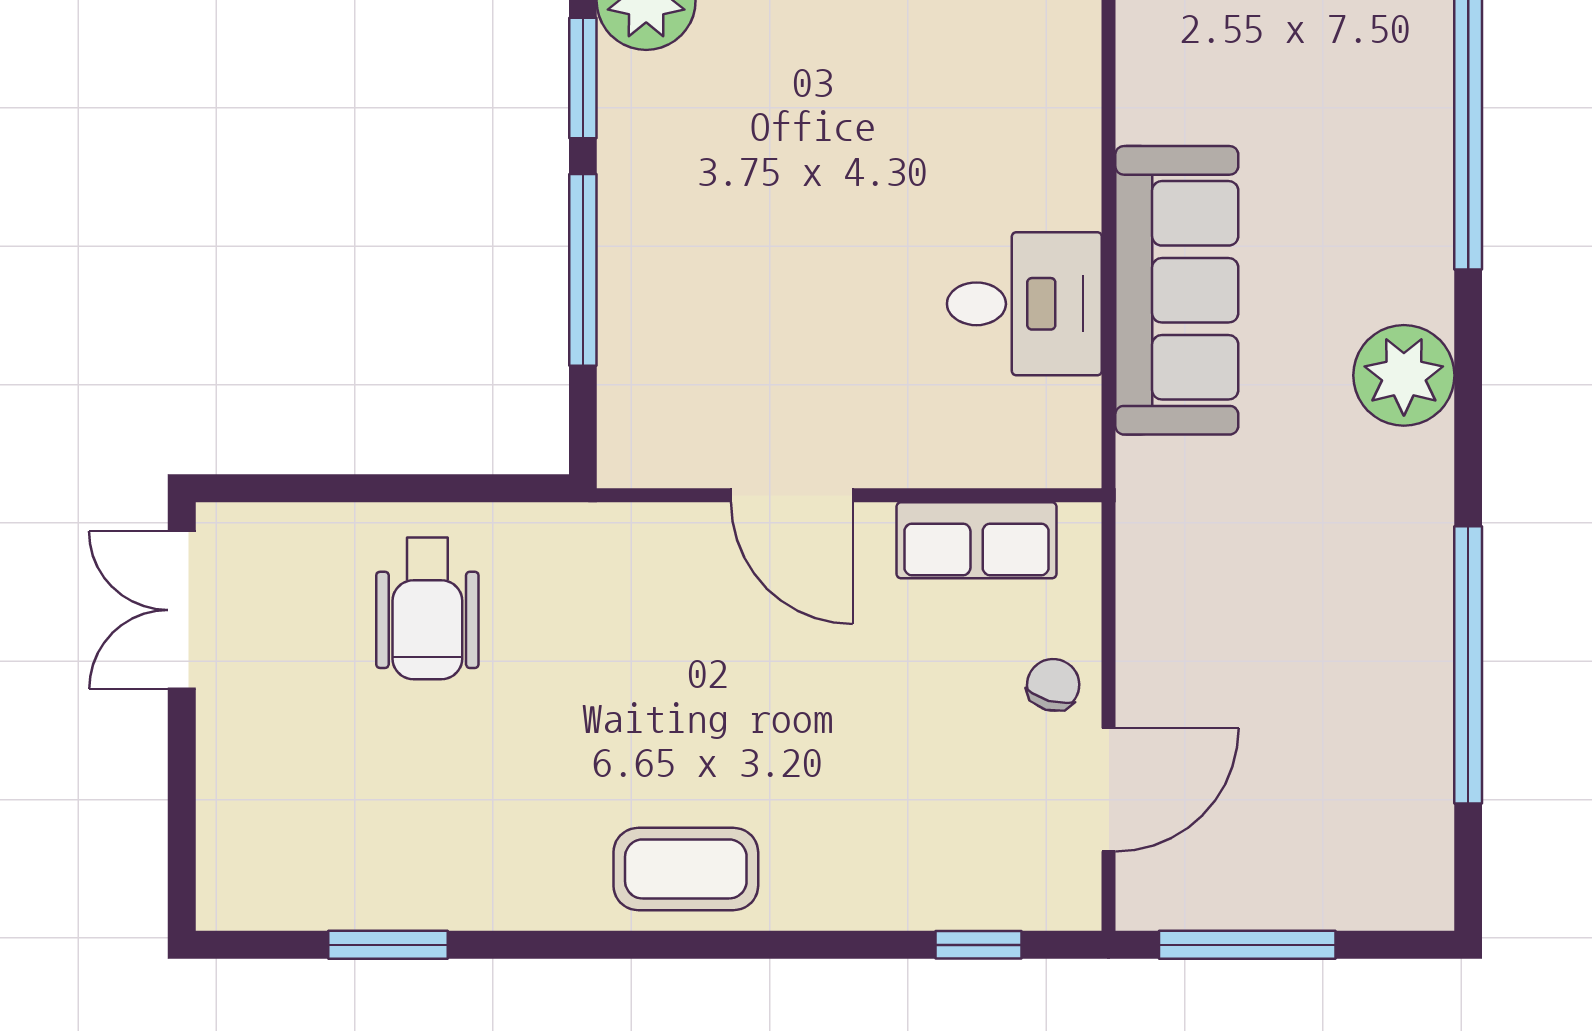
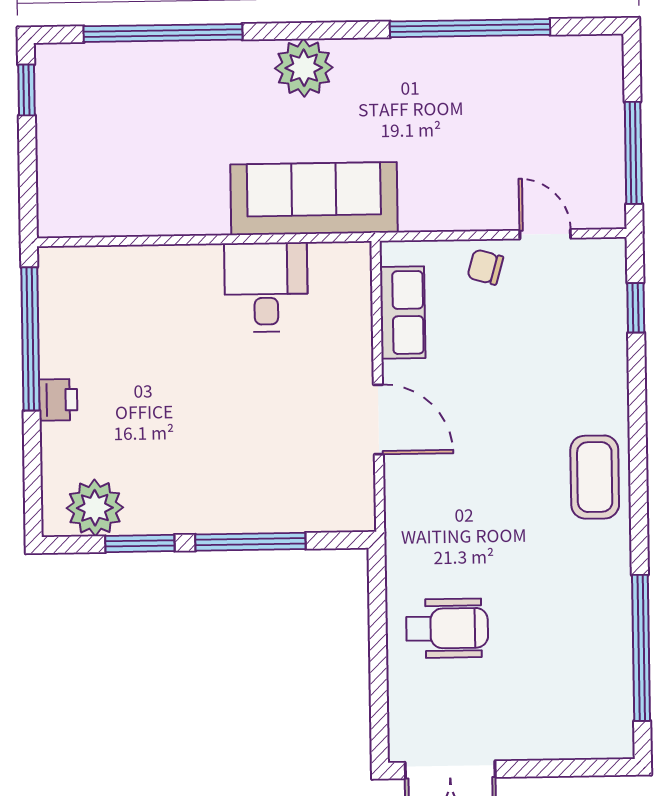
sofa: (1177, 290) -> (314, 199), moved
door: (792, 495) -> (378, 419), hinge flipped
door: (1109, 790) -> (545, 234), width x0.73
window: (388, 945) -> (641, 648), width x2.11

